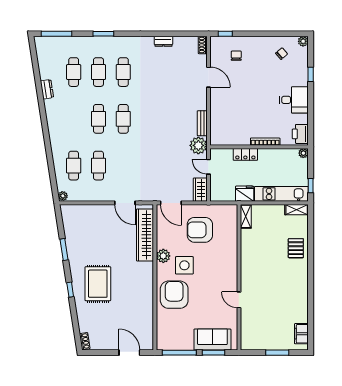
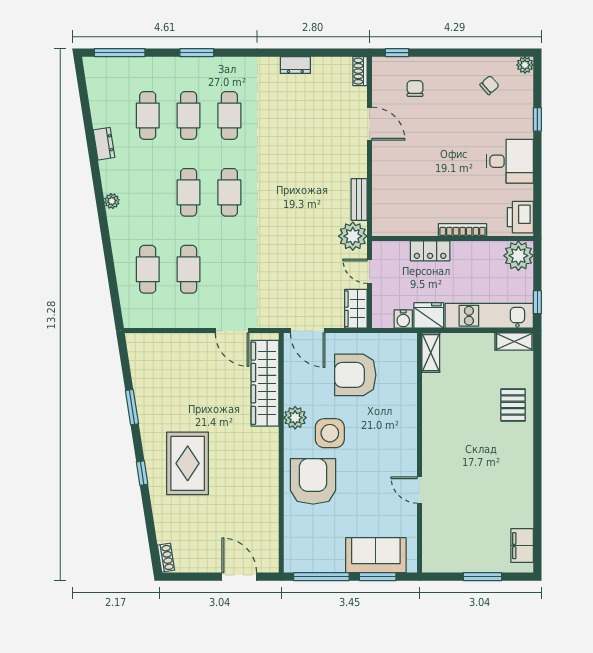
plant: (303, 153) -> (518, 256), width x1.87, depth x1.87
plant: (63, 196) -> (112, 201), moved
water cooler: (229, 196) -> (403, 319), added

